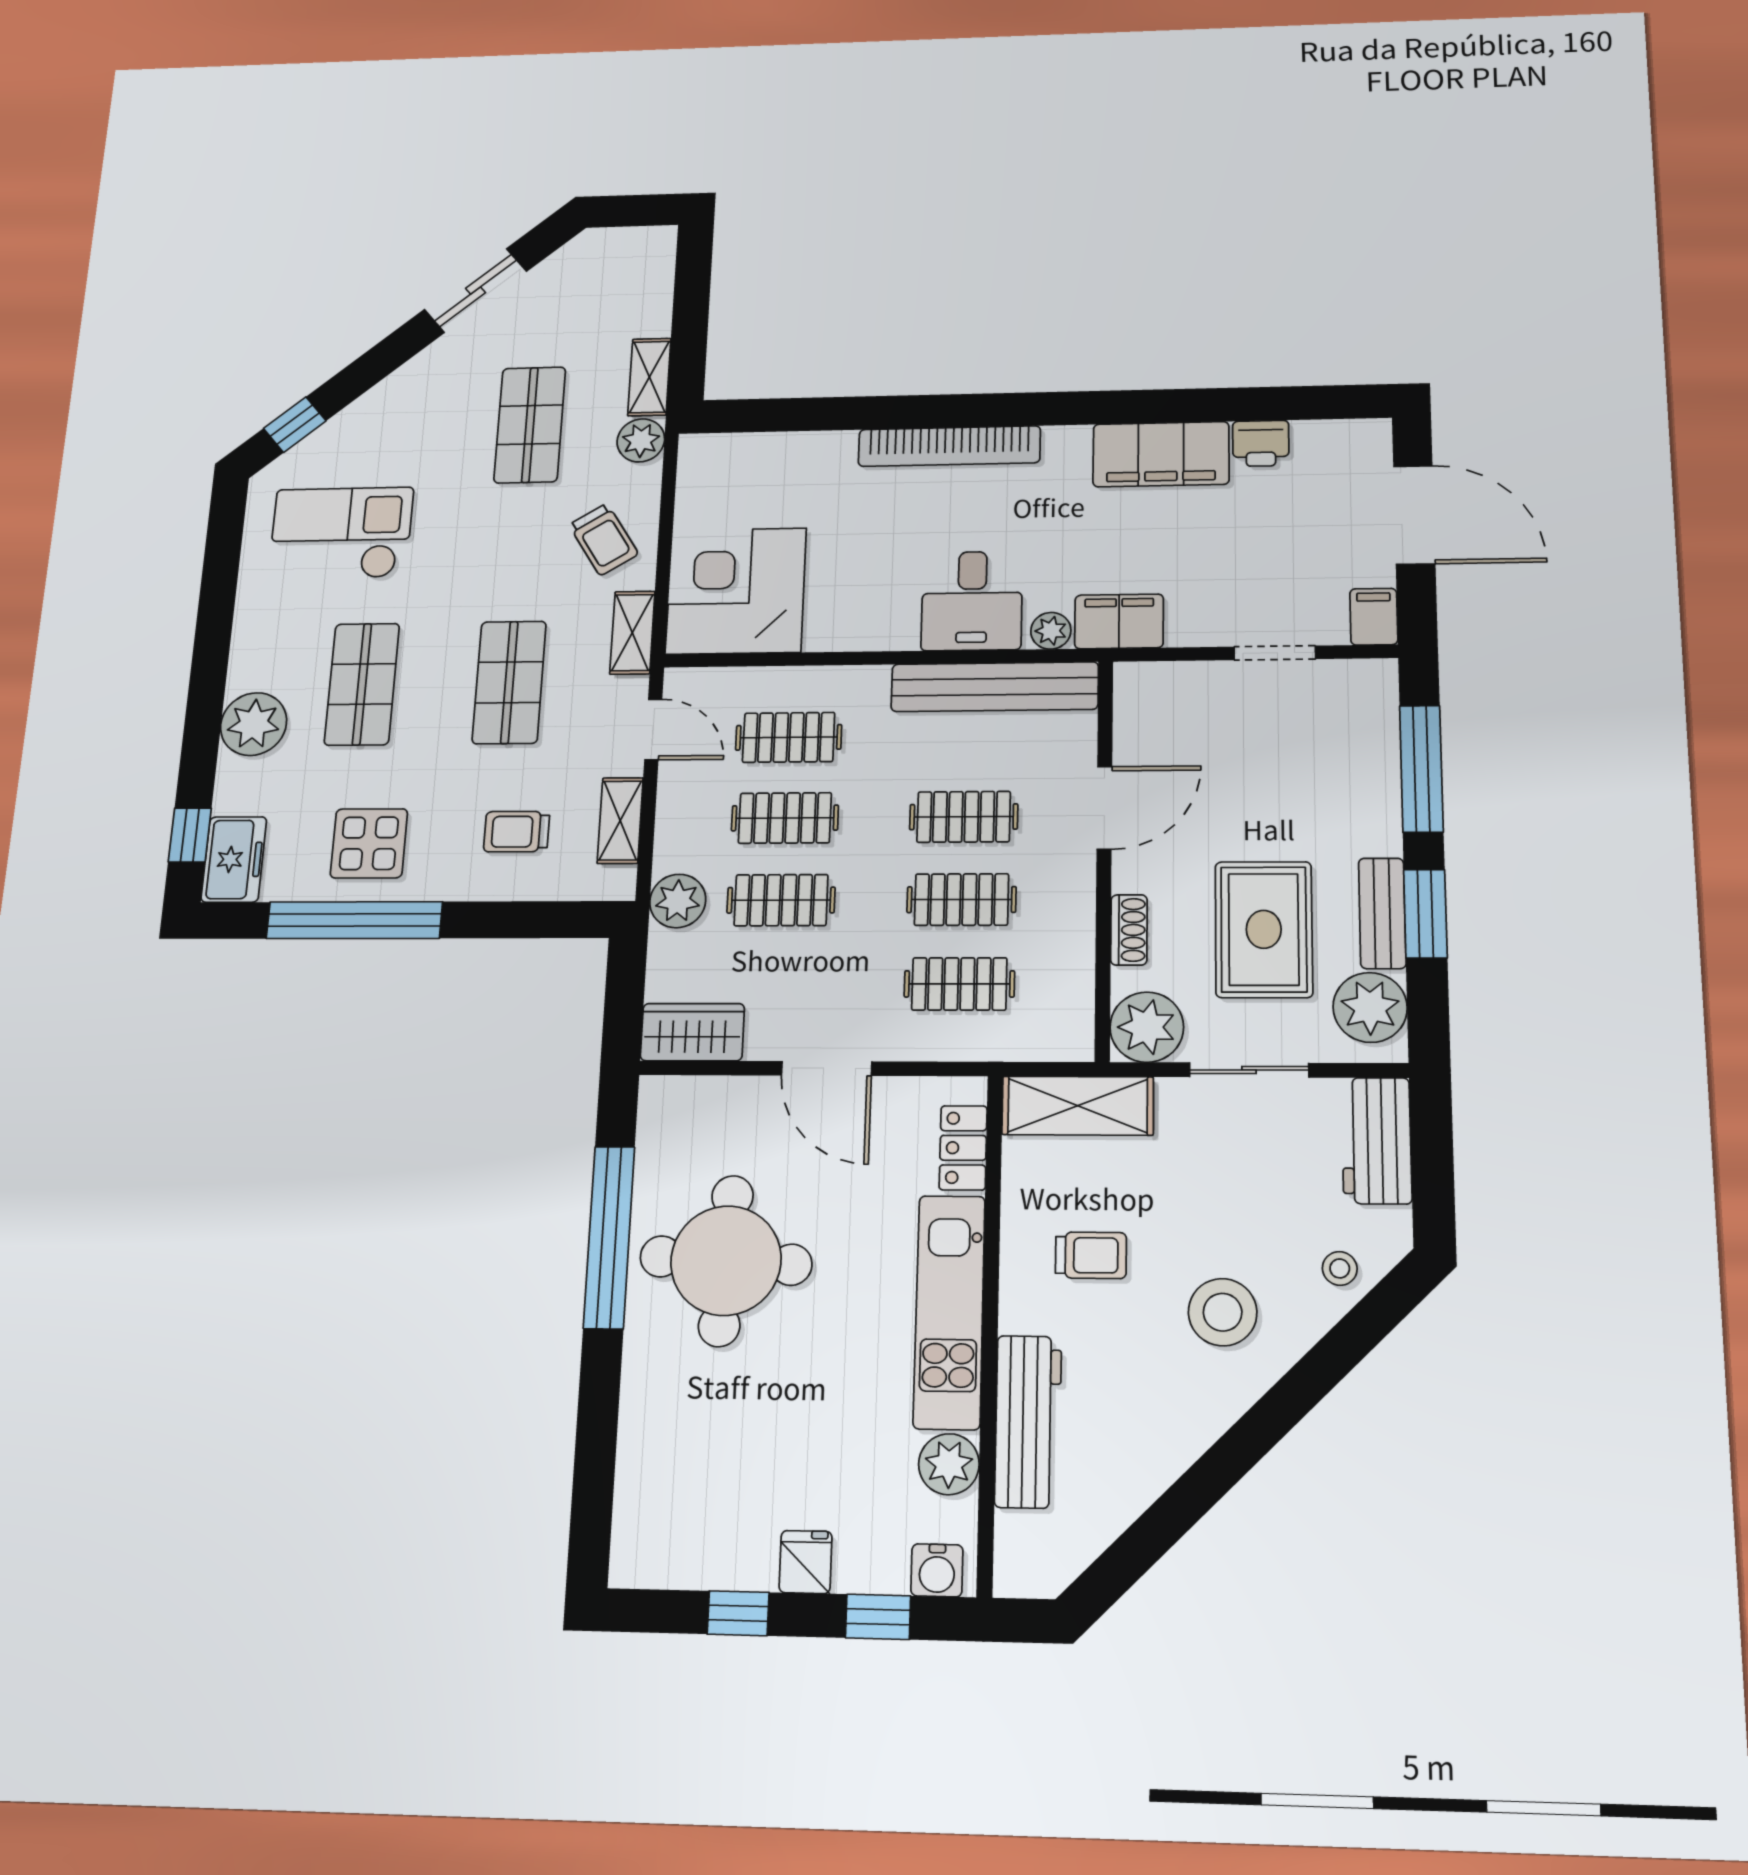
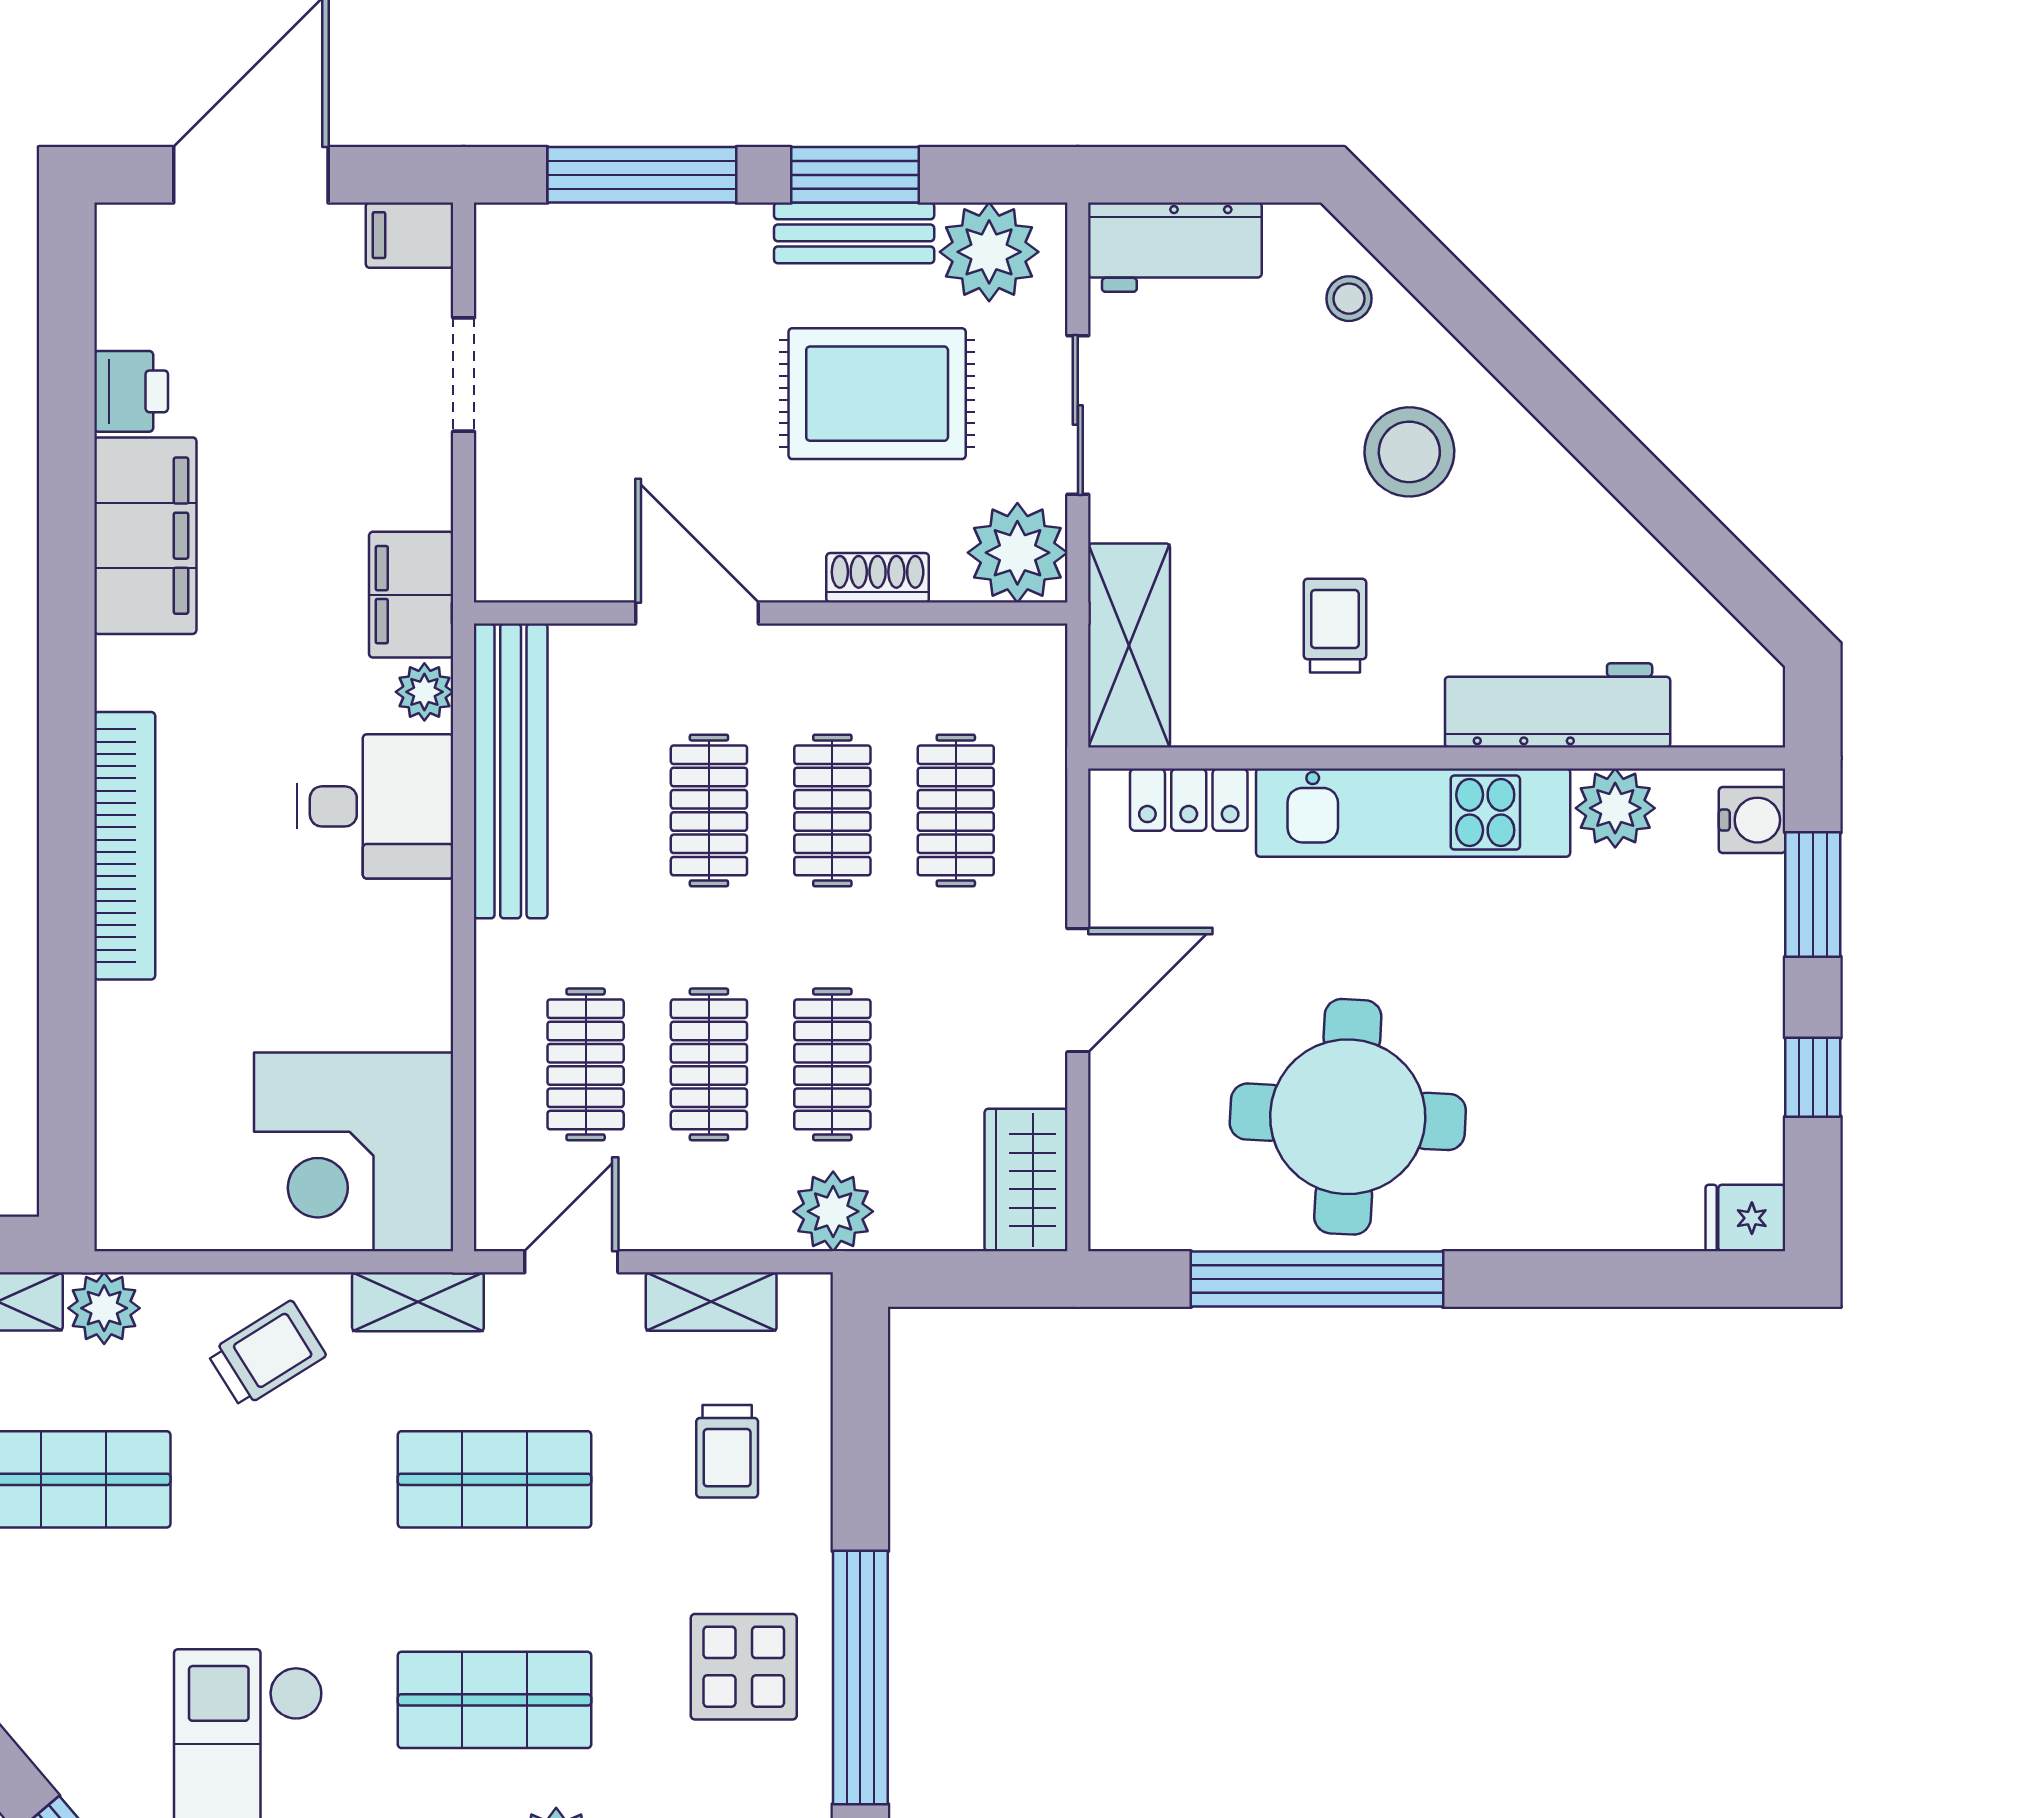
fridge: (806, 1562) -> (1745, 1218), moved
window: (878, 1617) -> (1813, 895), width x1.50

